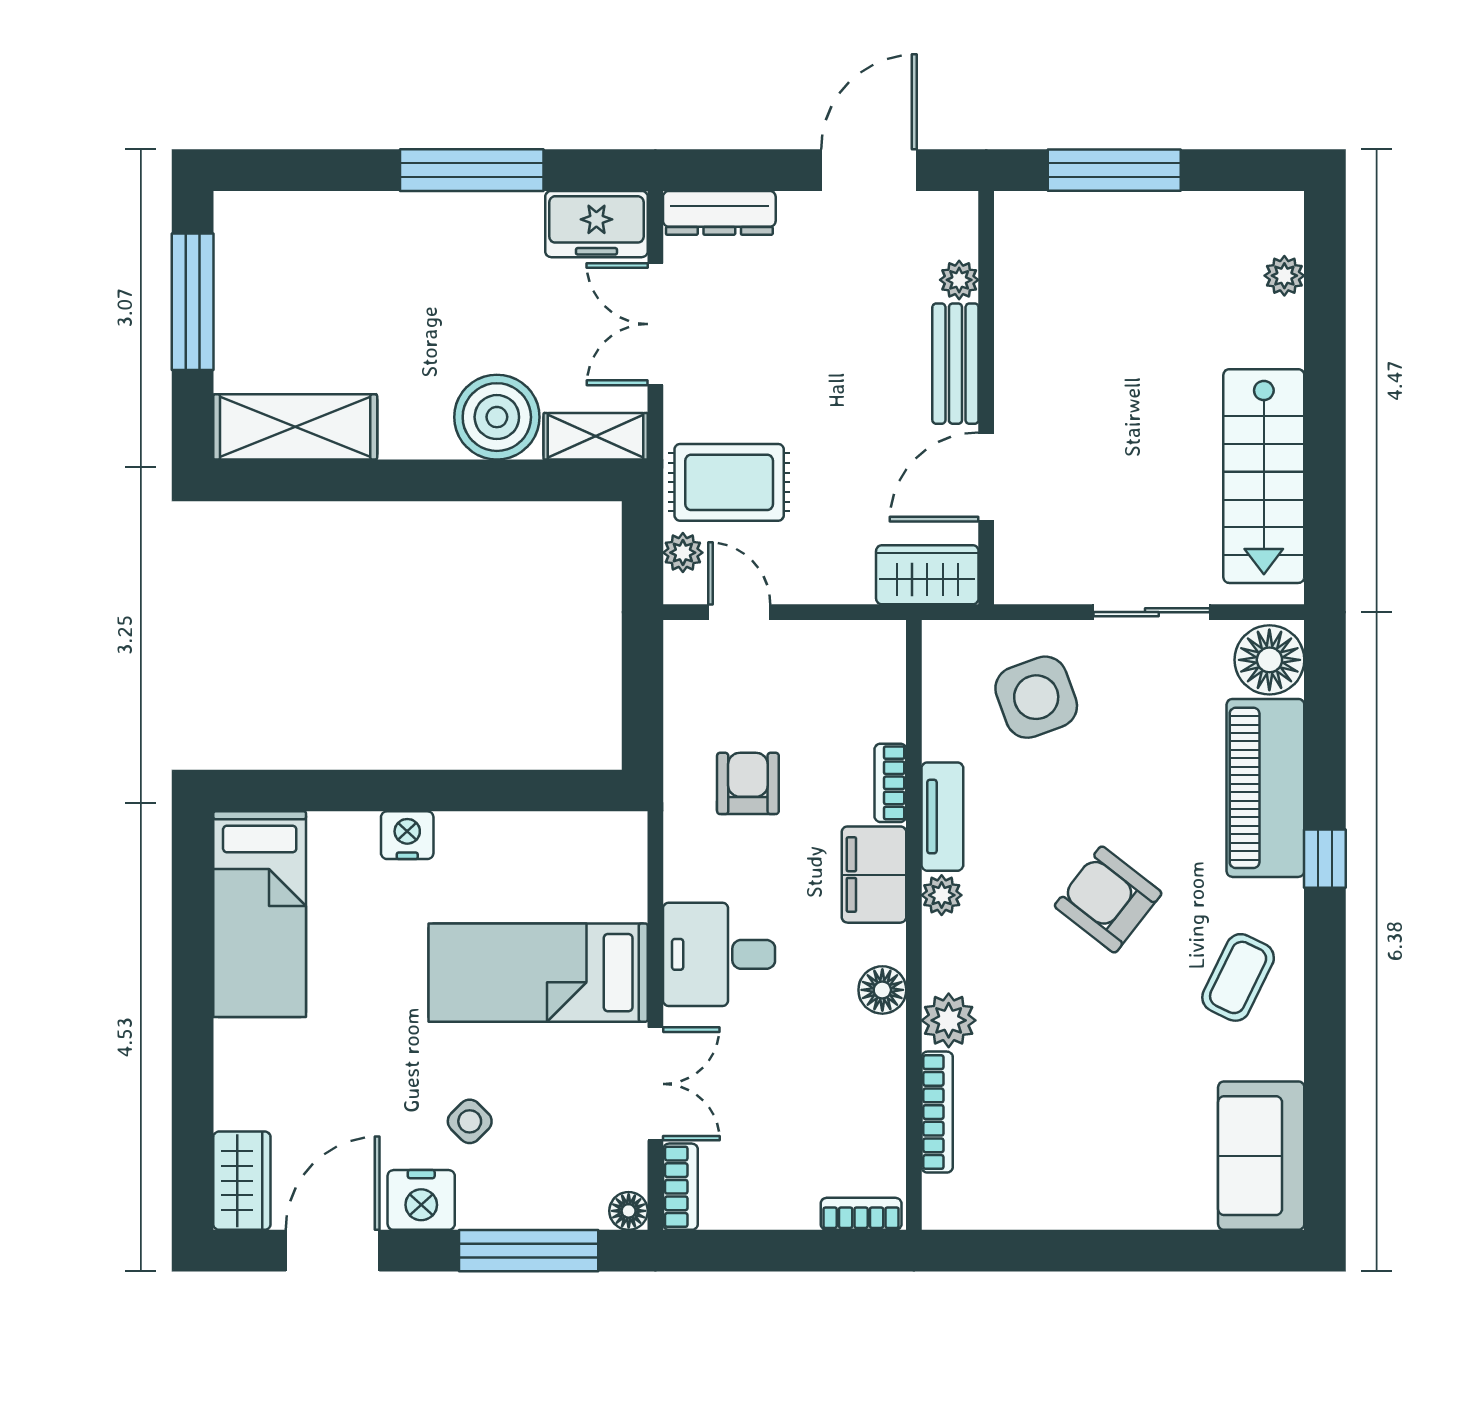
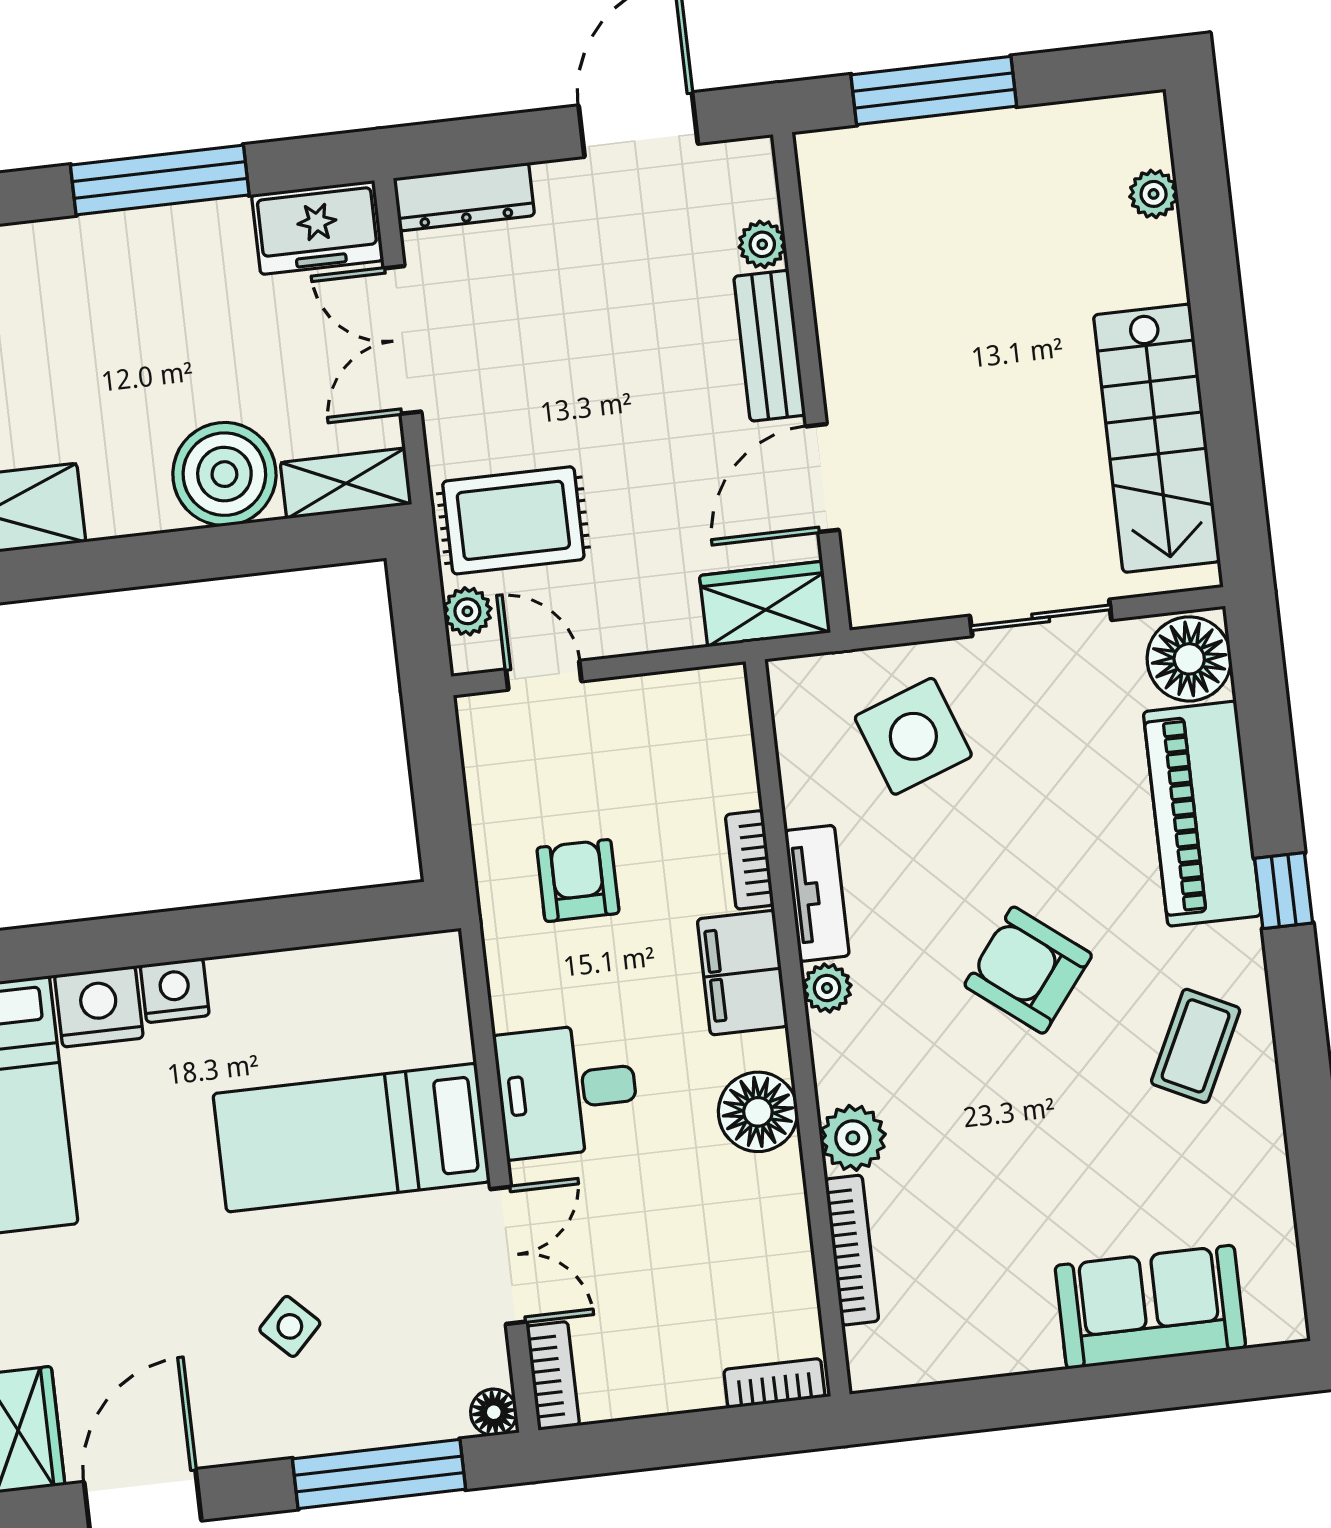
floor lamp: (882, 990) -> (758, 1112), width x1.38, depth x1.38
sofa: (1261, 1156) -> (1150, 1307), moved, turned 90
nightstand: (421, 1200) -> (99, 1006), moved, turned 180

